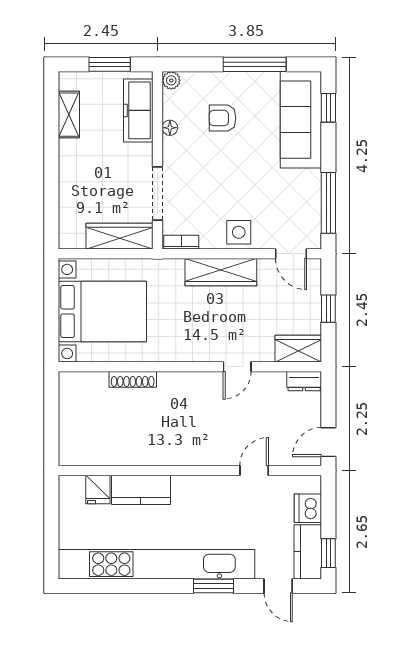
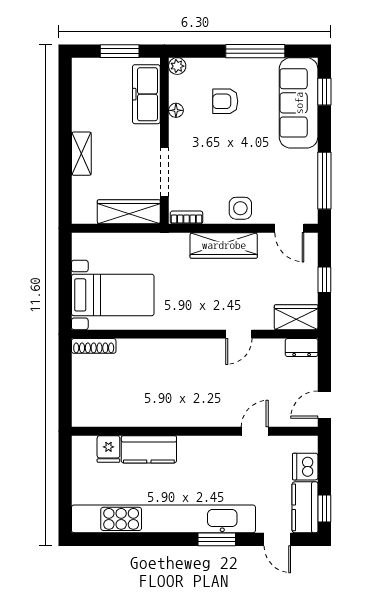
shelving: (69, 115) -> (81, 154), moved
bed with nightstands: (102, 311) -> (113, 295), width x0.73
shoe rack: (133, 379) -> (94, 346), moved

